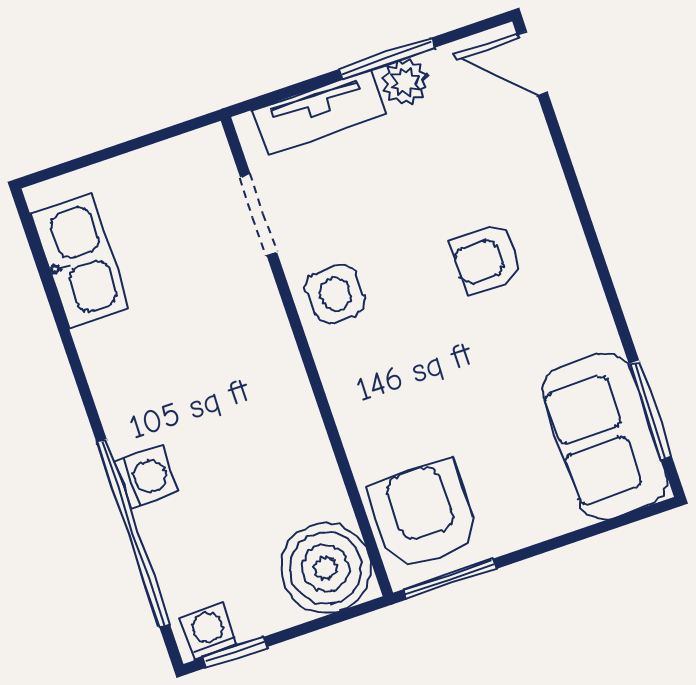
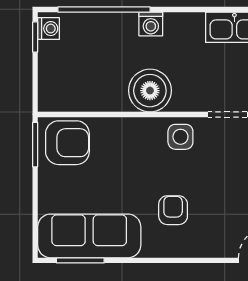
sofa: (605, 436) -> (89, 236), width x1.36
washing machine: (146, 478) -> (151, 24), moved
boiler: (326, 568) -> (150, 91), moved

